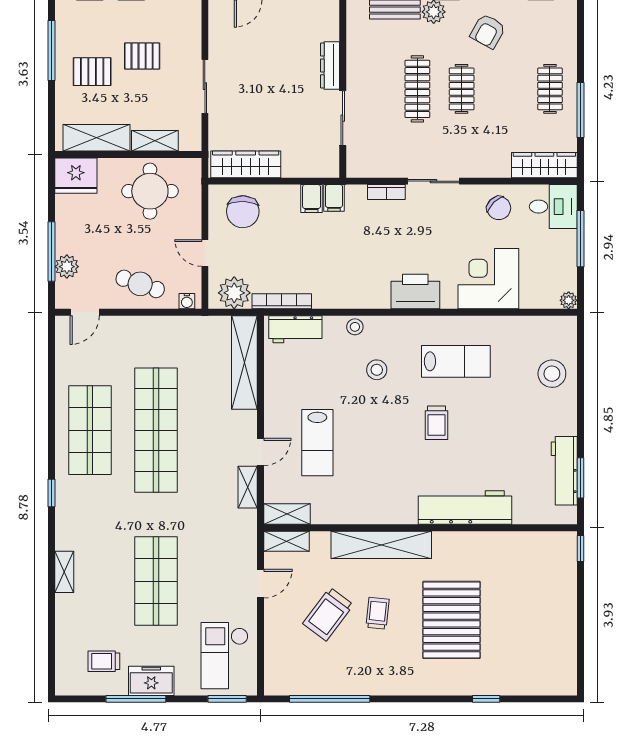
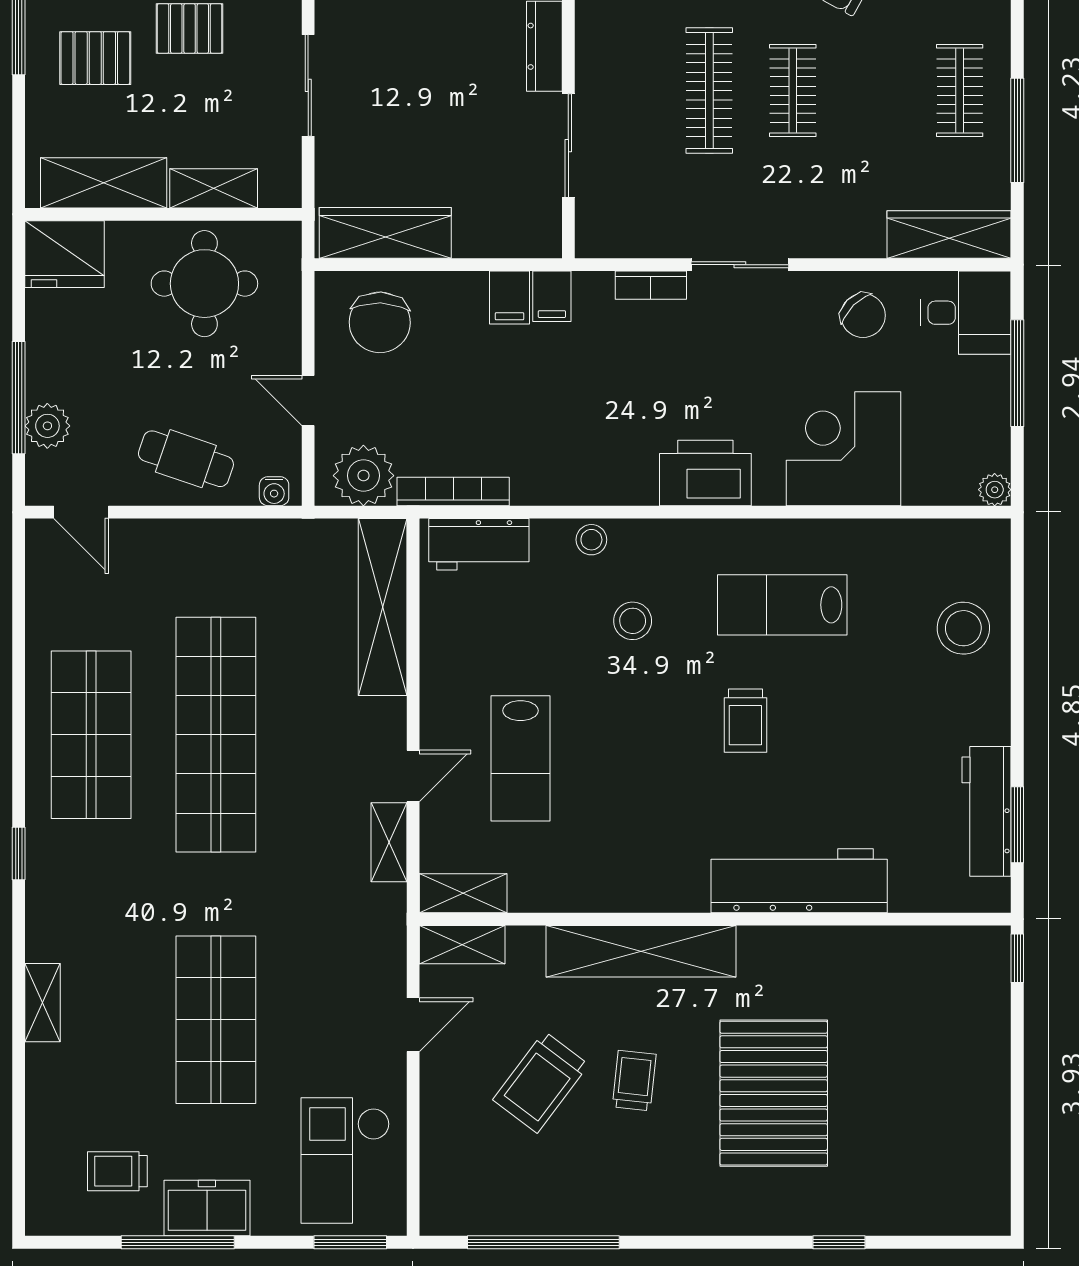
door: (85, 312) -> (81, 512), hinge flipped
lab bench: (456, 361) -> (782, 605), turned 180

